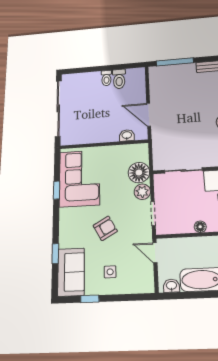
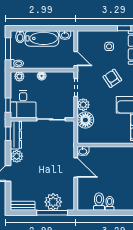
plant: (174, 74) -> (53, 202), added
washbasin: (127, 135) -> (83, 151), moved
armchair: (105, 228) -> (112, 78), turned 85

